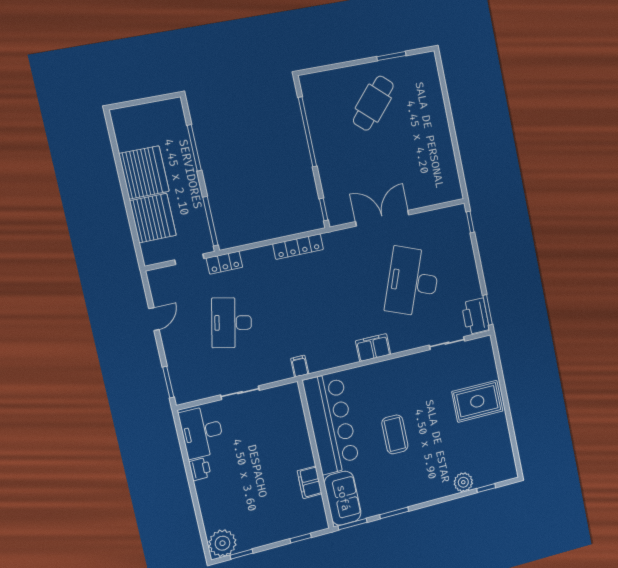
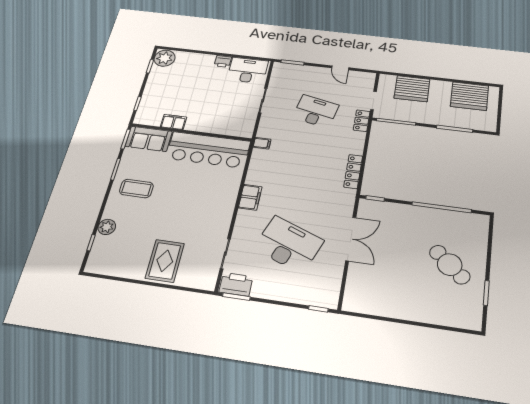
server rack: (144, 172) -> (470, 96), moved
coffee table: (395, 434) -> (136, 188), moved

